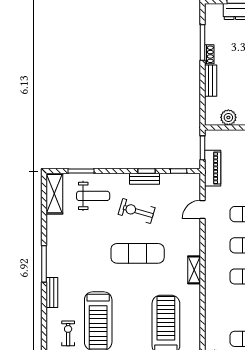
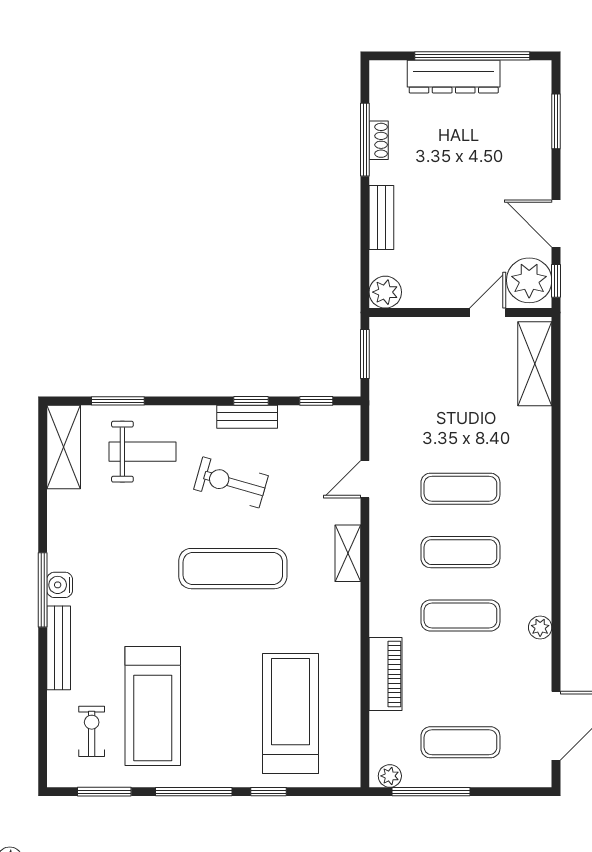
shoe rack: (209, 54) -> (379, 140), moved
plant: (228, 117) -> (385, 292), moved
piano: (213, 168) -> (386, 674), moved
water cooler: (52, 261) -> (60, 585), added
shelving: (194, 270) -> (348, 553), moved
bench: (52, 292) -> (59, 648), width x1.36

